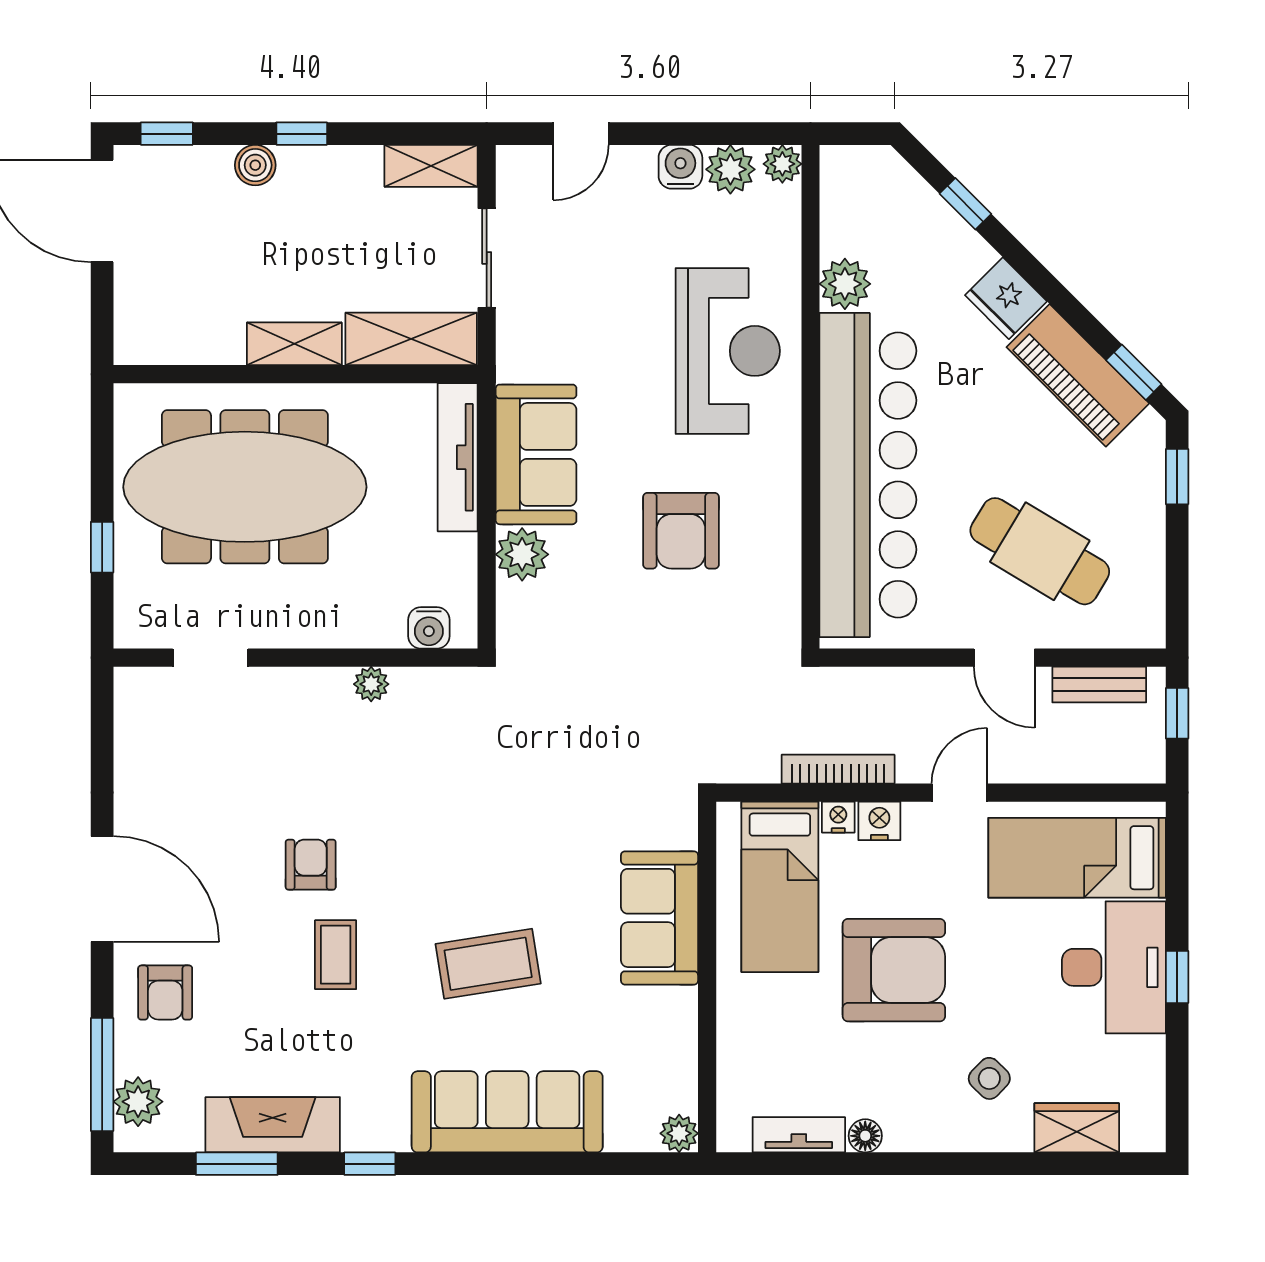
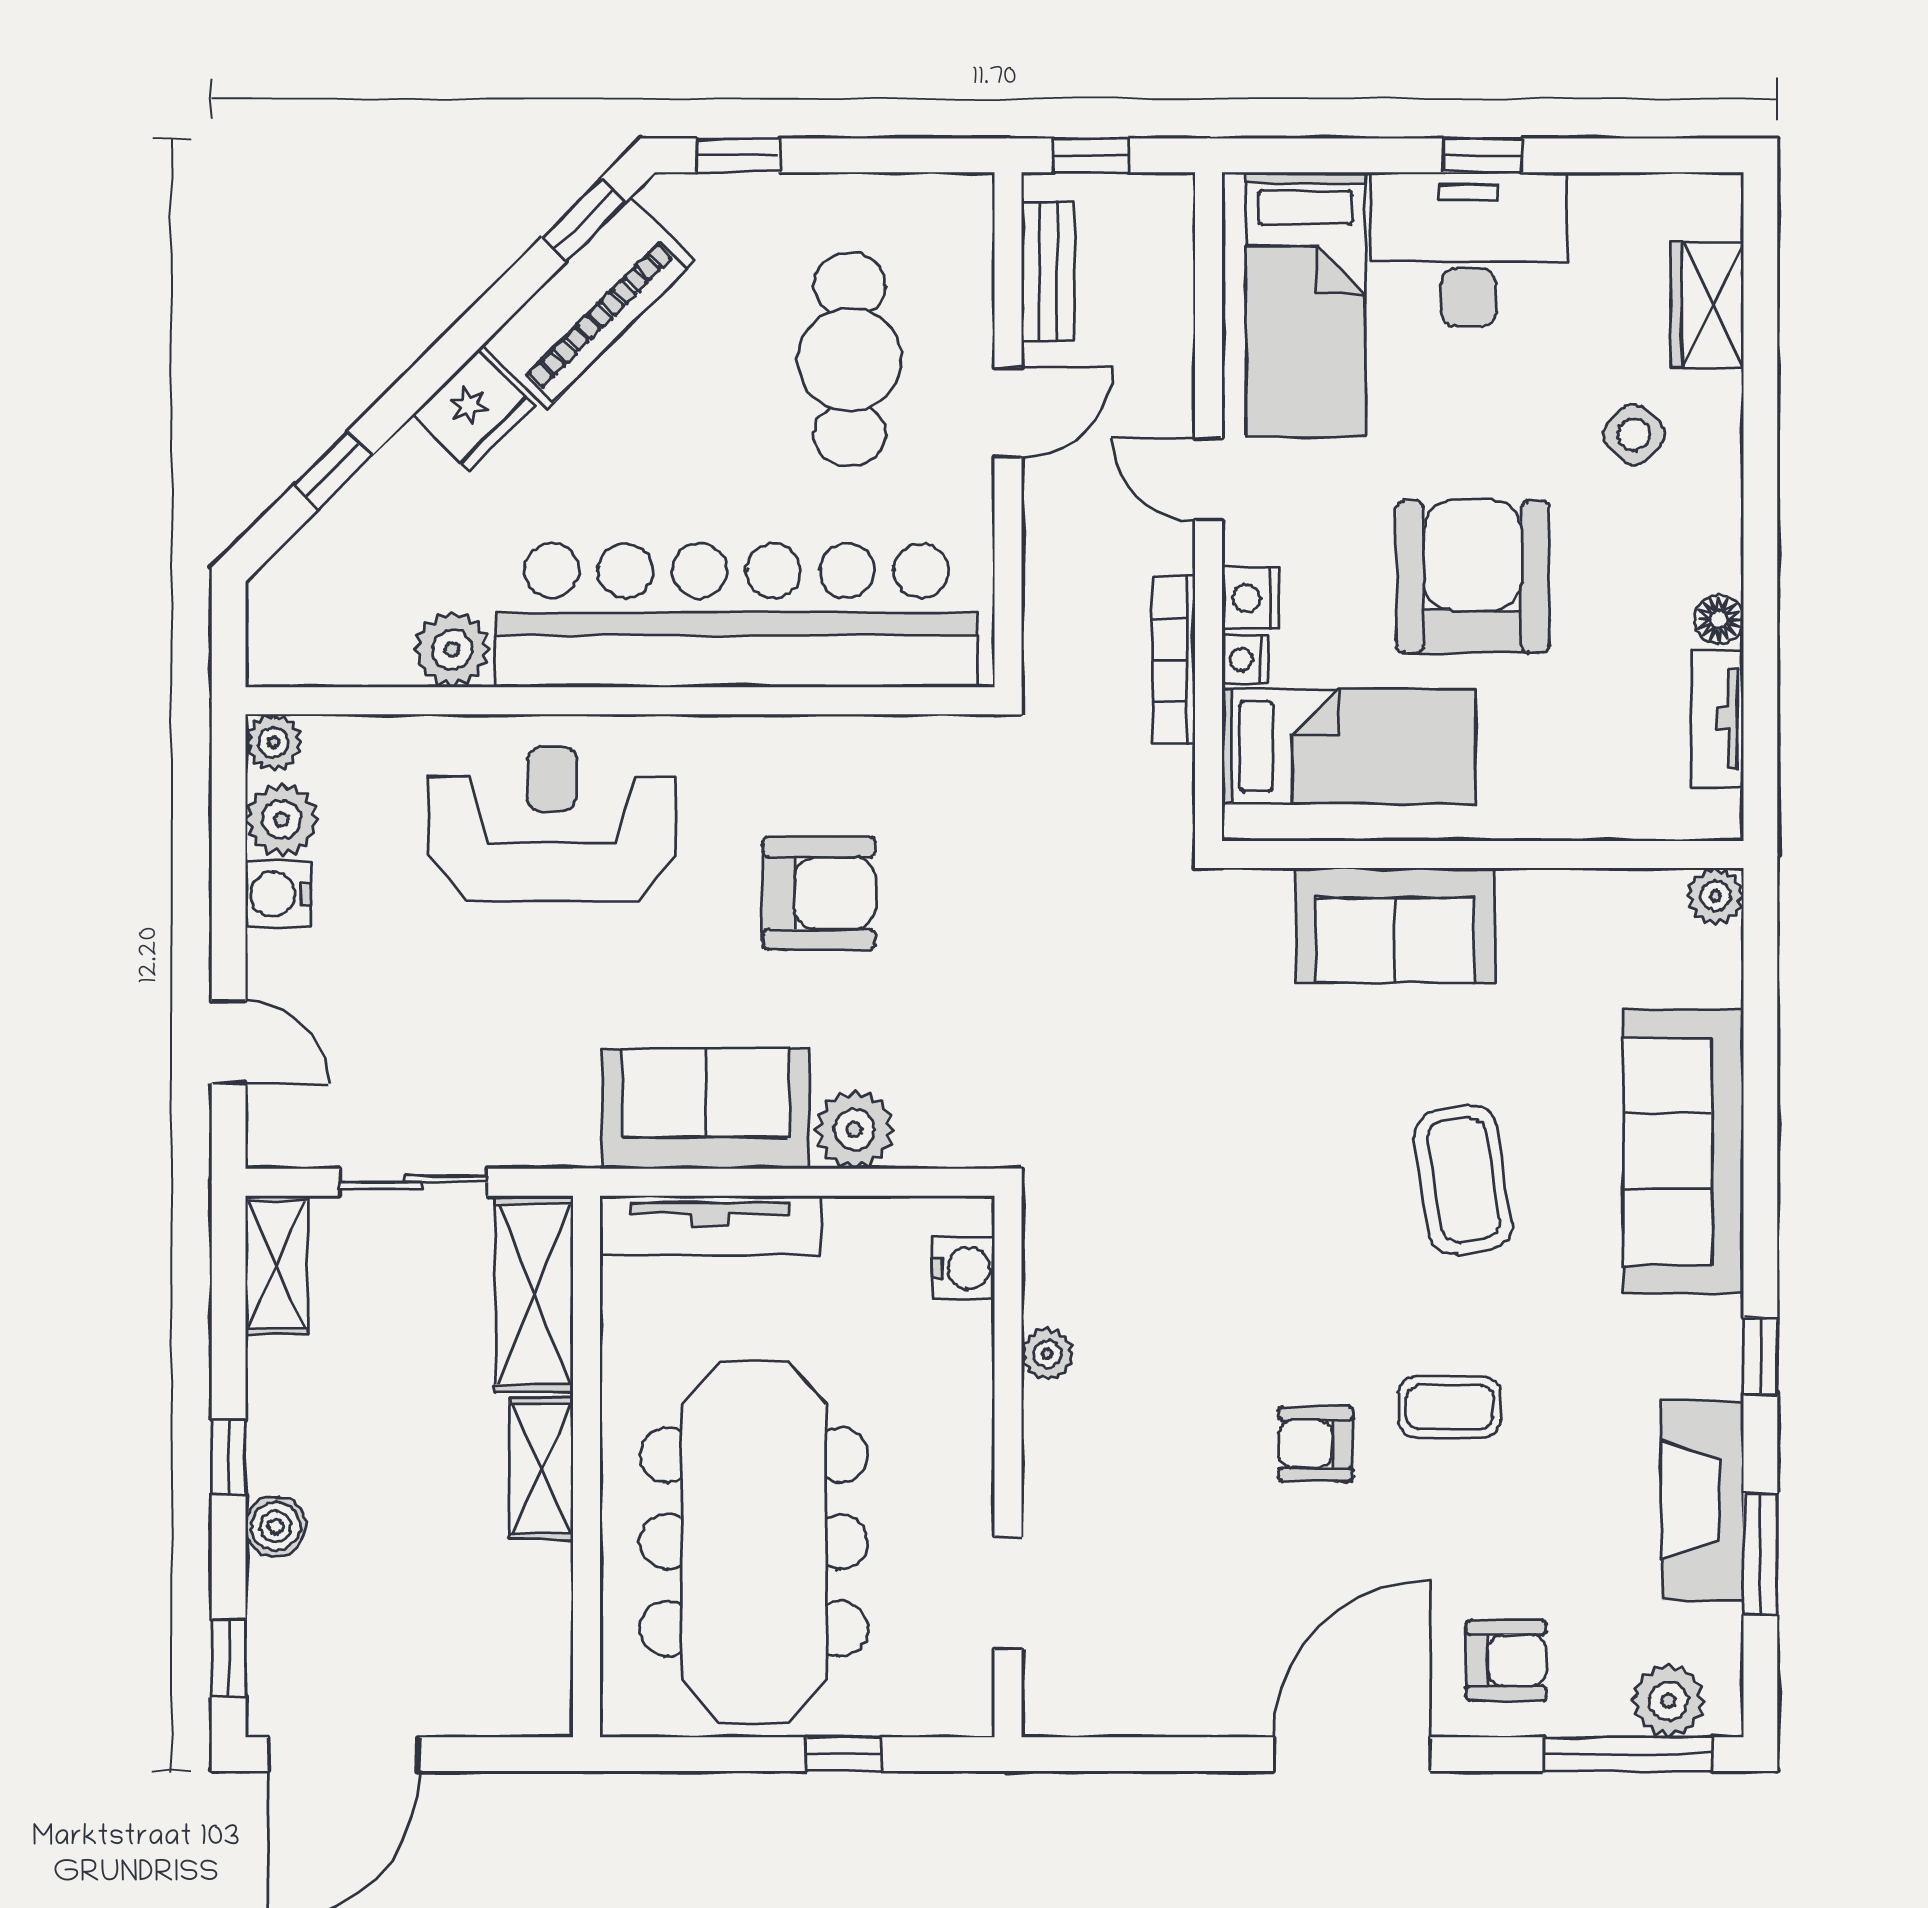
cafe table: (1040, 551) -> (850, 360), turned -31

